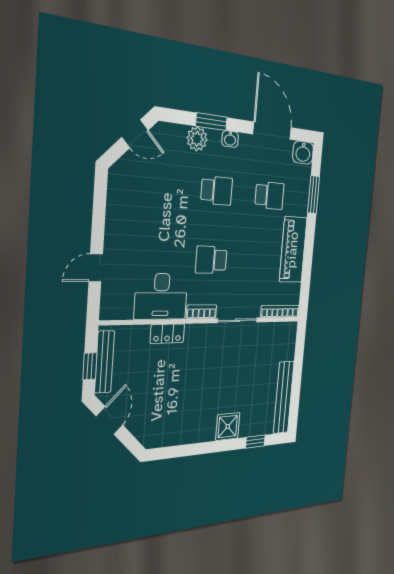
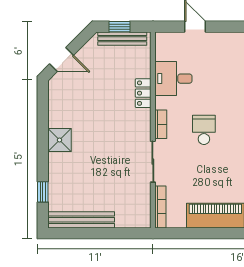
desk: (161, 296) -> (173, 79), width x0.73
door: (109, 421) -> (62, 60), moved
shower: (228, 427) -> (59, 140), moved

